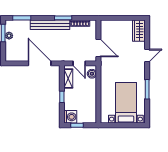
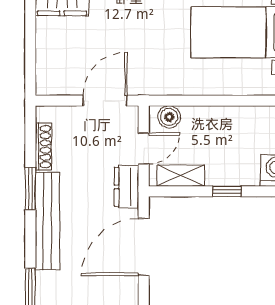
dresser: (64, 57) -> (126, 187), added

